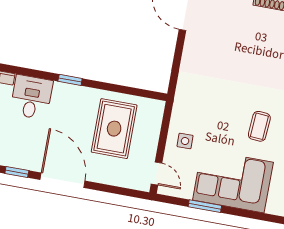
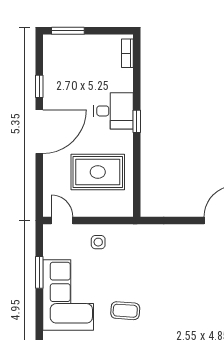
desk: (31, 97) -> (113, 111), moved
door: (156, 174) -> (62, 220), swing flipped

